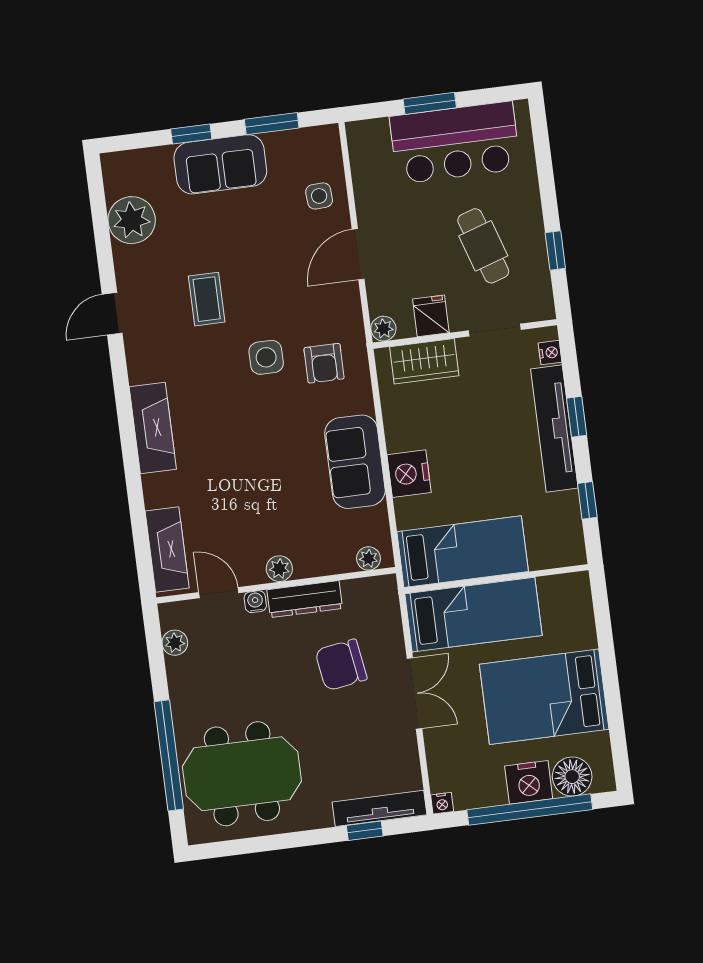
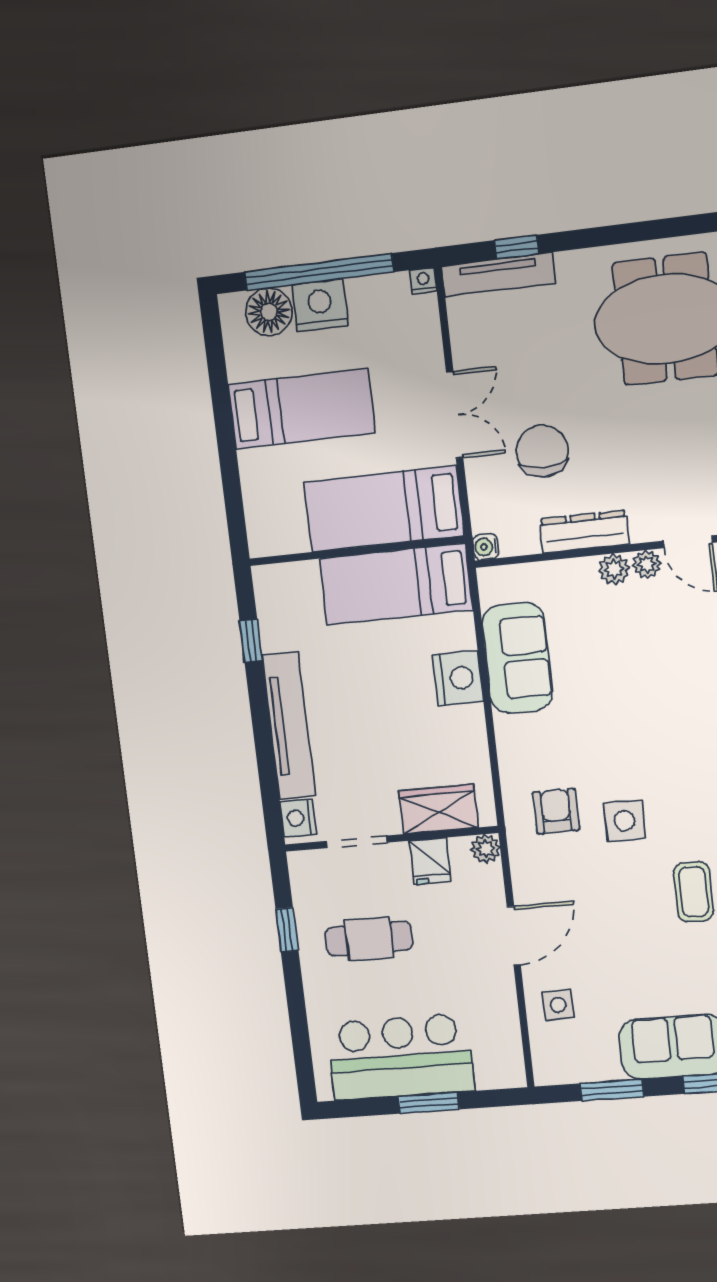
cafe table: (483, 246) -> (369, 939), turned -72
nightstand: (550, 353) -> (298, 818), width x1.39, depth x1.35
window: (577, 417) -> (263, 738), removed
sofa: (355, 462) -> (517, 658), moved
plant: (369, 558) -> (647, 564), moved
water cooler: (255, 602) -> (486, 547), moved, turned 90
chair: (341, 665) -> (542, 451), turned -81
double door: (414, 693) -> (455, 415), swing flipped
bed: (544, 697) -> (302, 409), width x0.67

